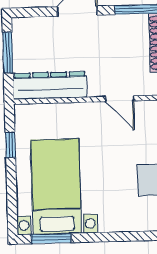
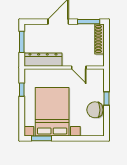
bed with nightstands: (56, 187) -> (52, 112), width x1.36

